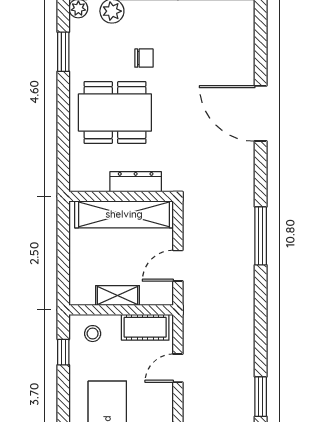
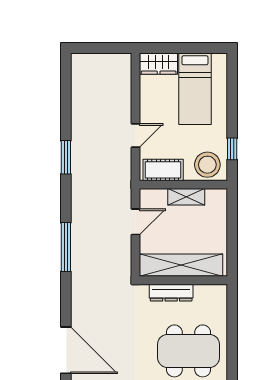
stool: (93, 334) -> (207, 165), width x1.89, depth x1.89
window: (261, 397) -> (66, 157), moved

